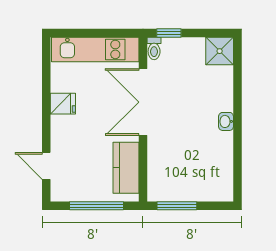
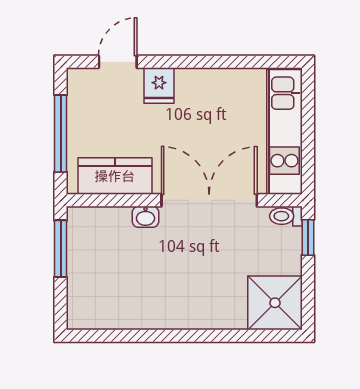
shower: (220, 51) -> (275, 303), width x1.36, depth x1.36
fridge: (63, 104) -> (159, 86), moved
washbasin: (226, 121) -> (145, 217), moved, turned 180

